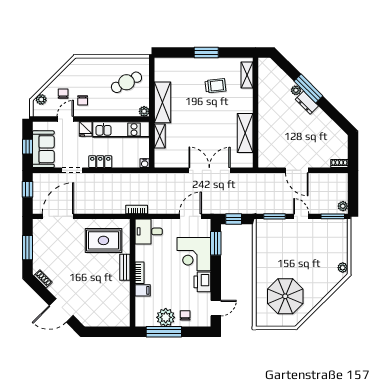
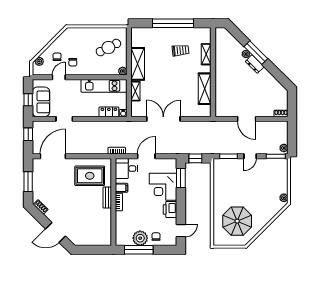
window: (206, 52) -> (173, 23), width x2.11
shelving: (247, 75) -> (206, 54), moved
fridge: (86, 129) -> (75, 85), removed
locker: (100, 162) -> (109, 112), moved
double door: (209, 170) -> (163, 119), moved
door: (190, 216) -> (146, 156), moved
door: (301, 216) -> (250, 156), swing flipped
filing cabinet: (143, 290) -> (122, 188), moved

